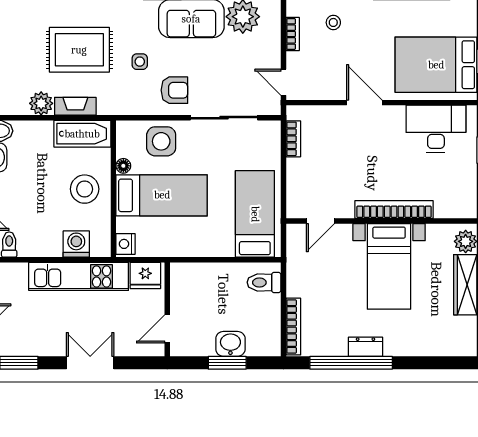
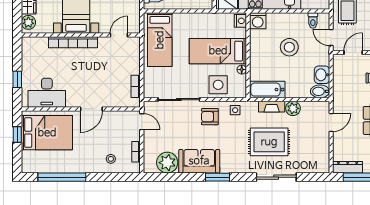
side table: (140, 62) -> (235, 110), moved
door: (364, 103) -> (91, 109), hinge flipped
stool: (85, 189) -> (289, 47), moved
washing machine: (76, 244) -> (258, 21), moved

